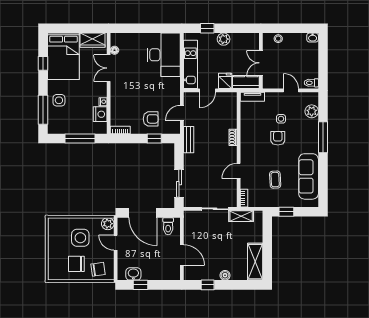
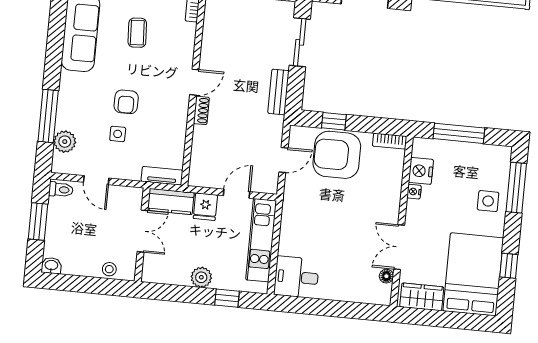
desk: (164, 55) -> (296, 277), width x0.53, depth x0.77
window: (323, 63) -> (38, 222), added
double door: (109, 68) -> (399, 247), swing flipped
armchair: (151, 119) -> (337, 155), width x1.88, depth x1.88
window: (323, 137) -> (48, 116), moved
bench: (189, 140) -> (278, 92), moved
door: (239, 171) -> (194, 82), moved

